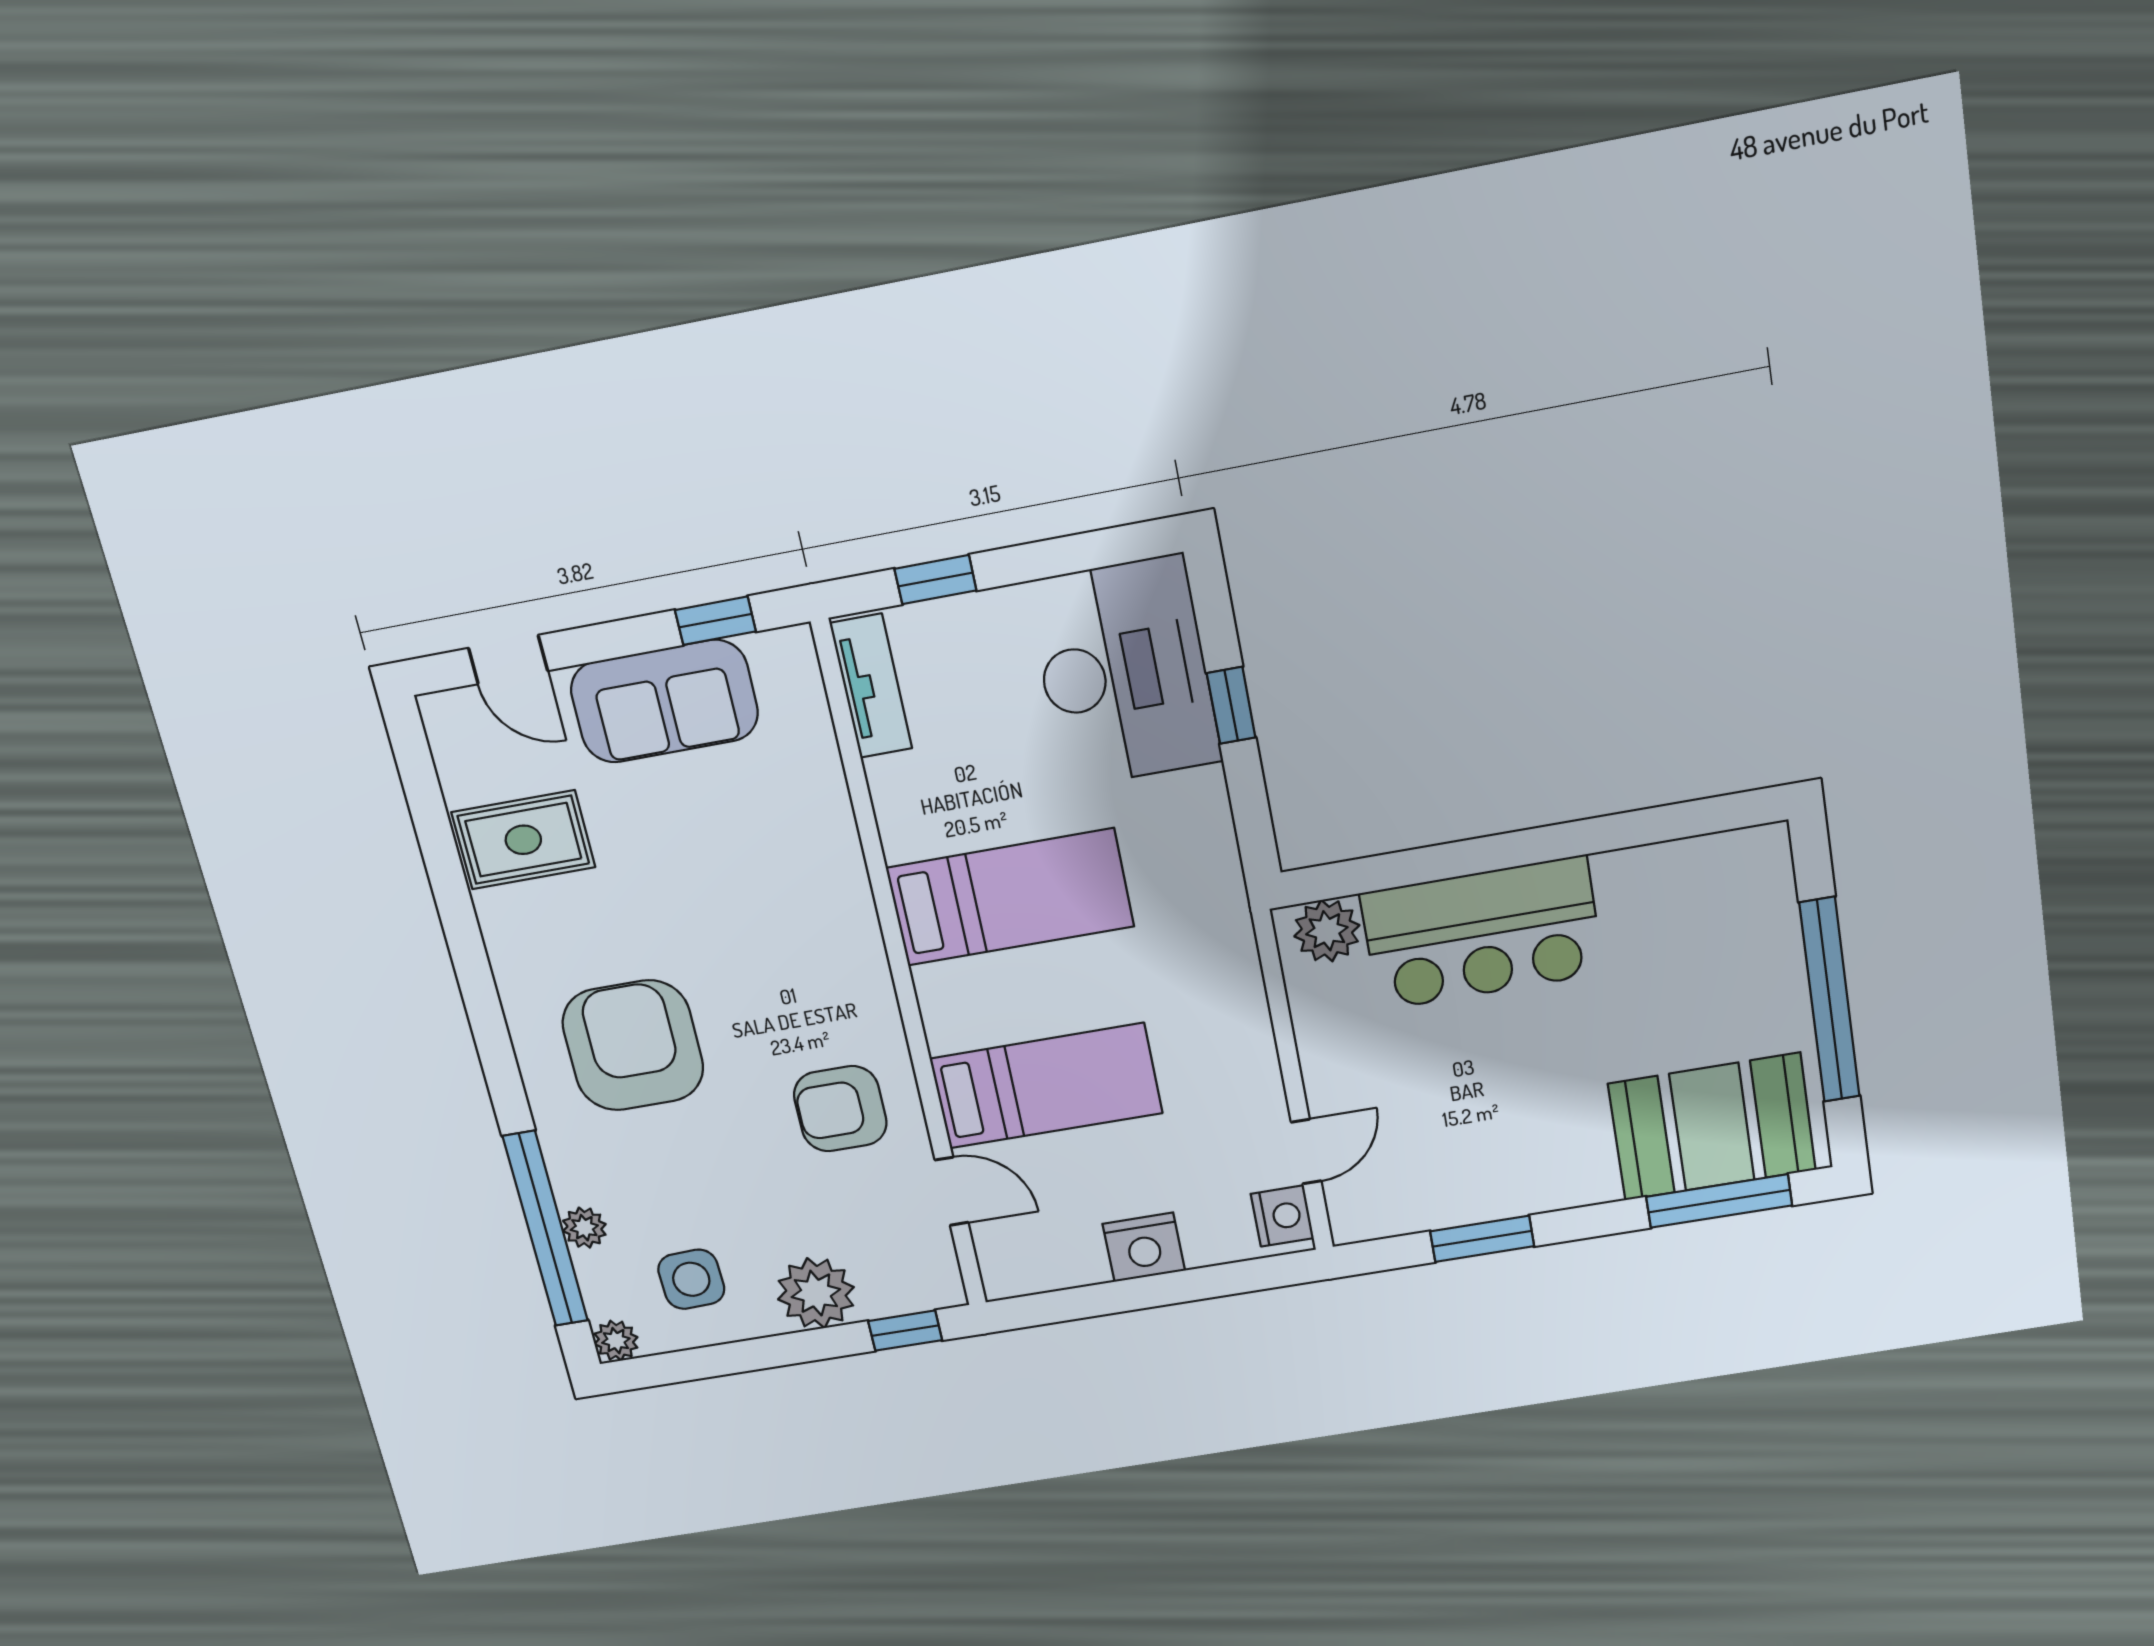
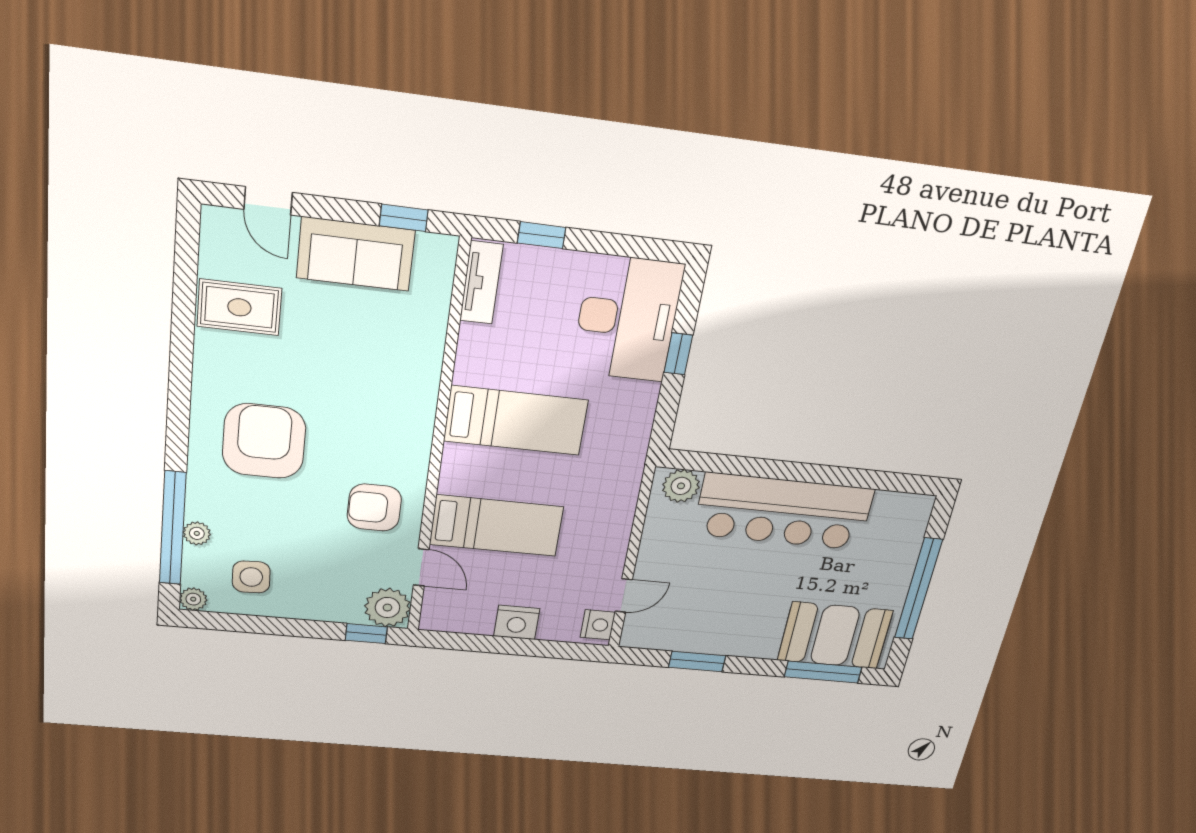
bar counter: (1482, 933) -> (783, 512), width x1.36
plant: (816, 1293) -> (387, 608), moved

